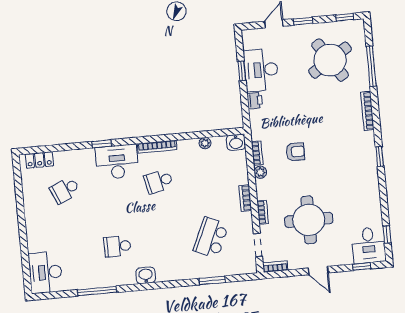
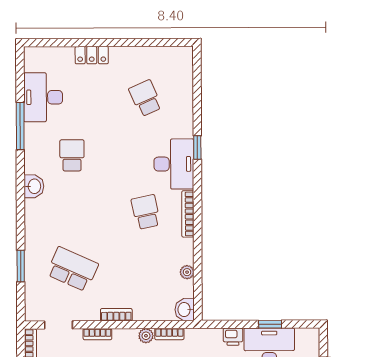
locker: (39, 160) -> (92, 55), moved, turned -90
desk: (46, 272) -> (43, 97), moved, turned -90

